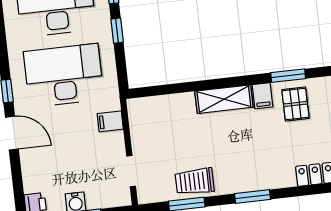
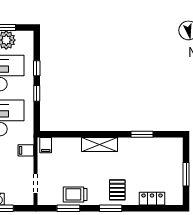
filing cabinet: (263, 96) -> (46, 145), moved
pallet: (295, 104) -> (117, 190), moved

